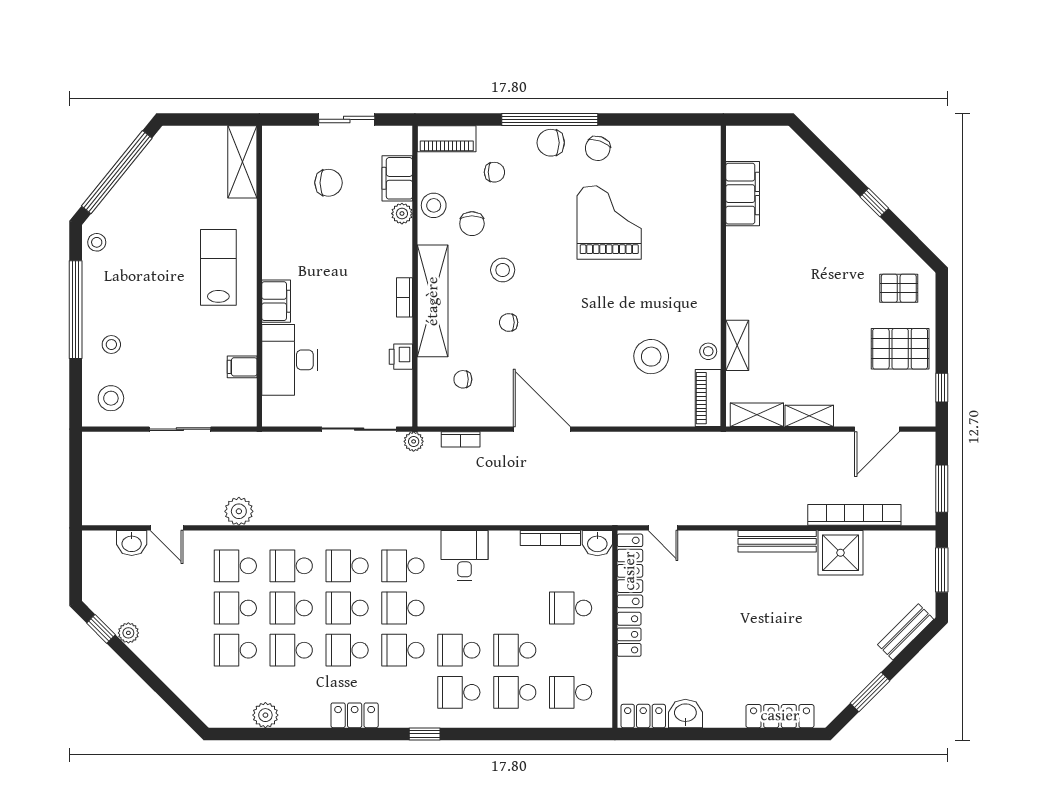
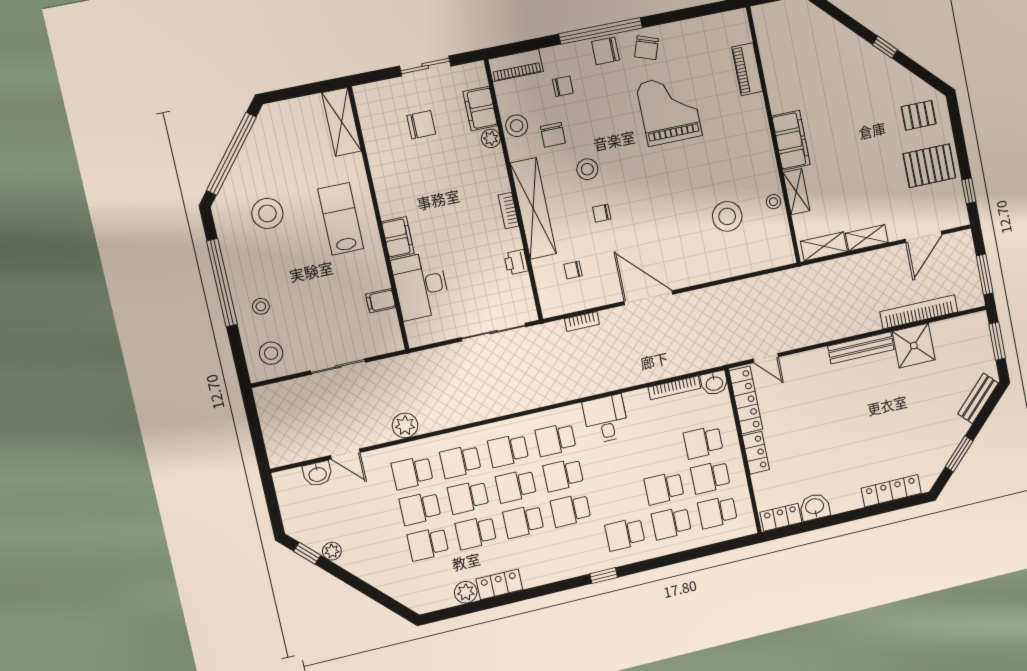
filing cabinet: (743, 194) -> (791, 140), moved
stool: (97, 242) -> (267, 213), moved, width x1.89, depth x1.89
piano: (708, 398) -> (747, 69), moved
plant: (414, 441) -> (542, 332), removed
school desk: (459, 650) -> (710, 477), moved
locker: (355, 715) -> (499, 584), moved

